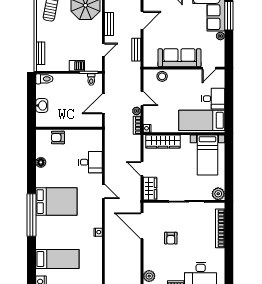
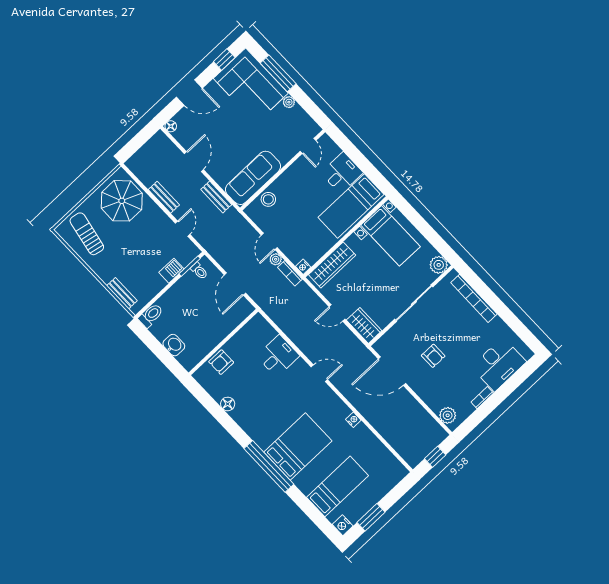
sofa: (179, 58) -> (253, 178), moved
door: (142, 99) -> (269, 241), swing flipped
bed: (56, 202) -> (298, 446), moved

